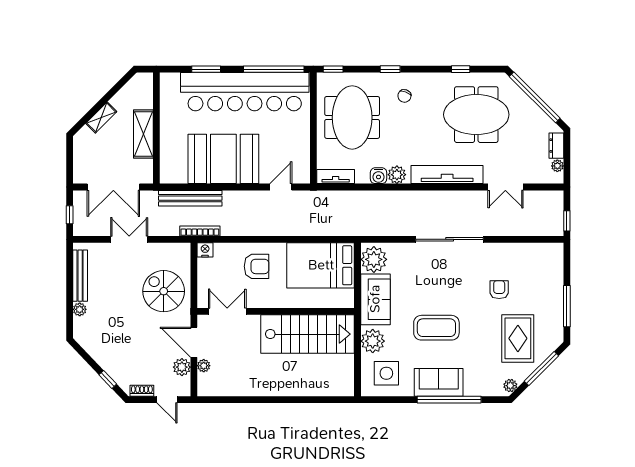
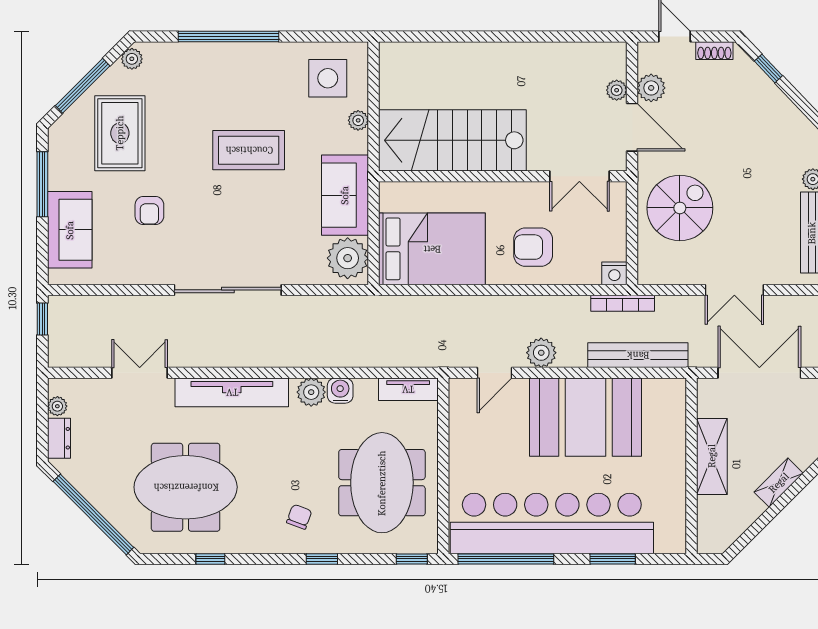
plant: (251, 200) -> (541, 353), added
spiral stairs: (164, 291) -> (680, 208), turned -90
plant: (373, 341) -> (358, 120), width x0.53, depth x0.53
sofa: (439, 382) -> (70, 230), moved, turned -90

